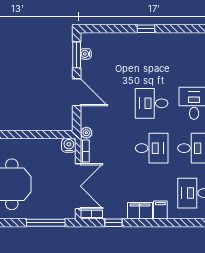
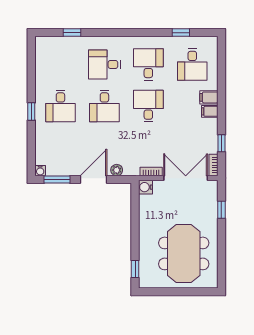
water cooler: (86, 54) -> (40, 171), moved
desk: (152, 58) -> (60, 106), added
plant: (86, 133) -> (117, 170), moved
filing cabinet: (140, 211) -> (210, 111), width x0.50
window: (46, 223) -> (221, 210), width x0.46

